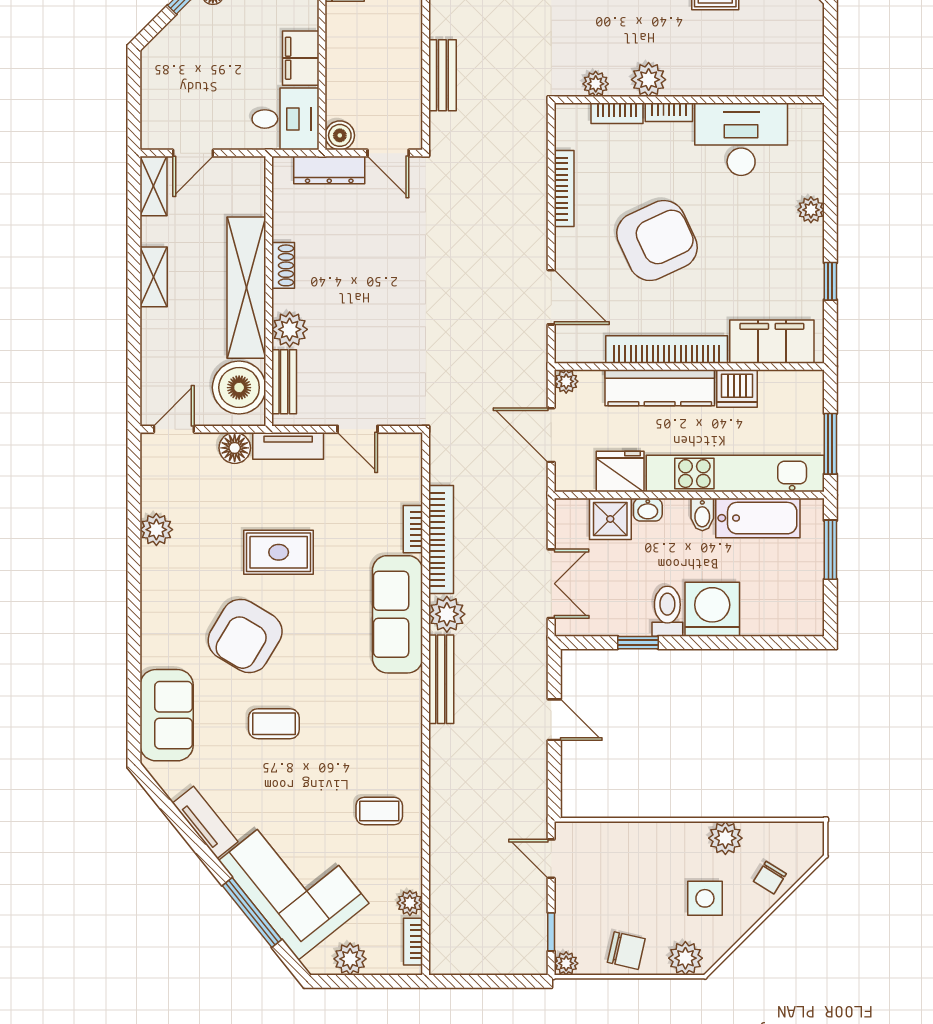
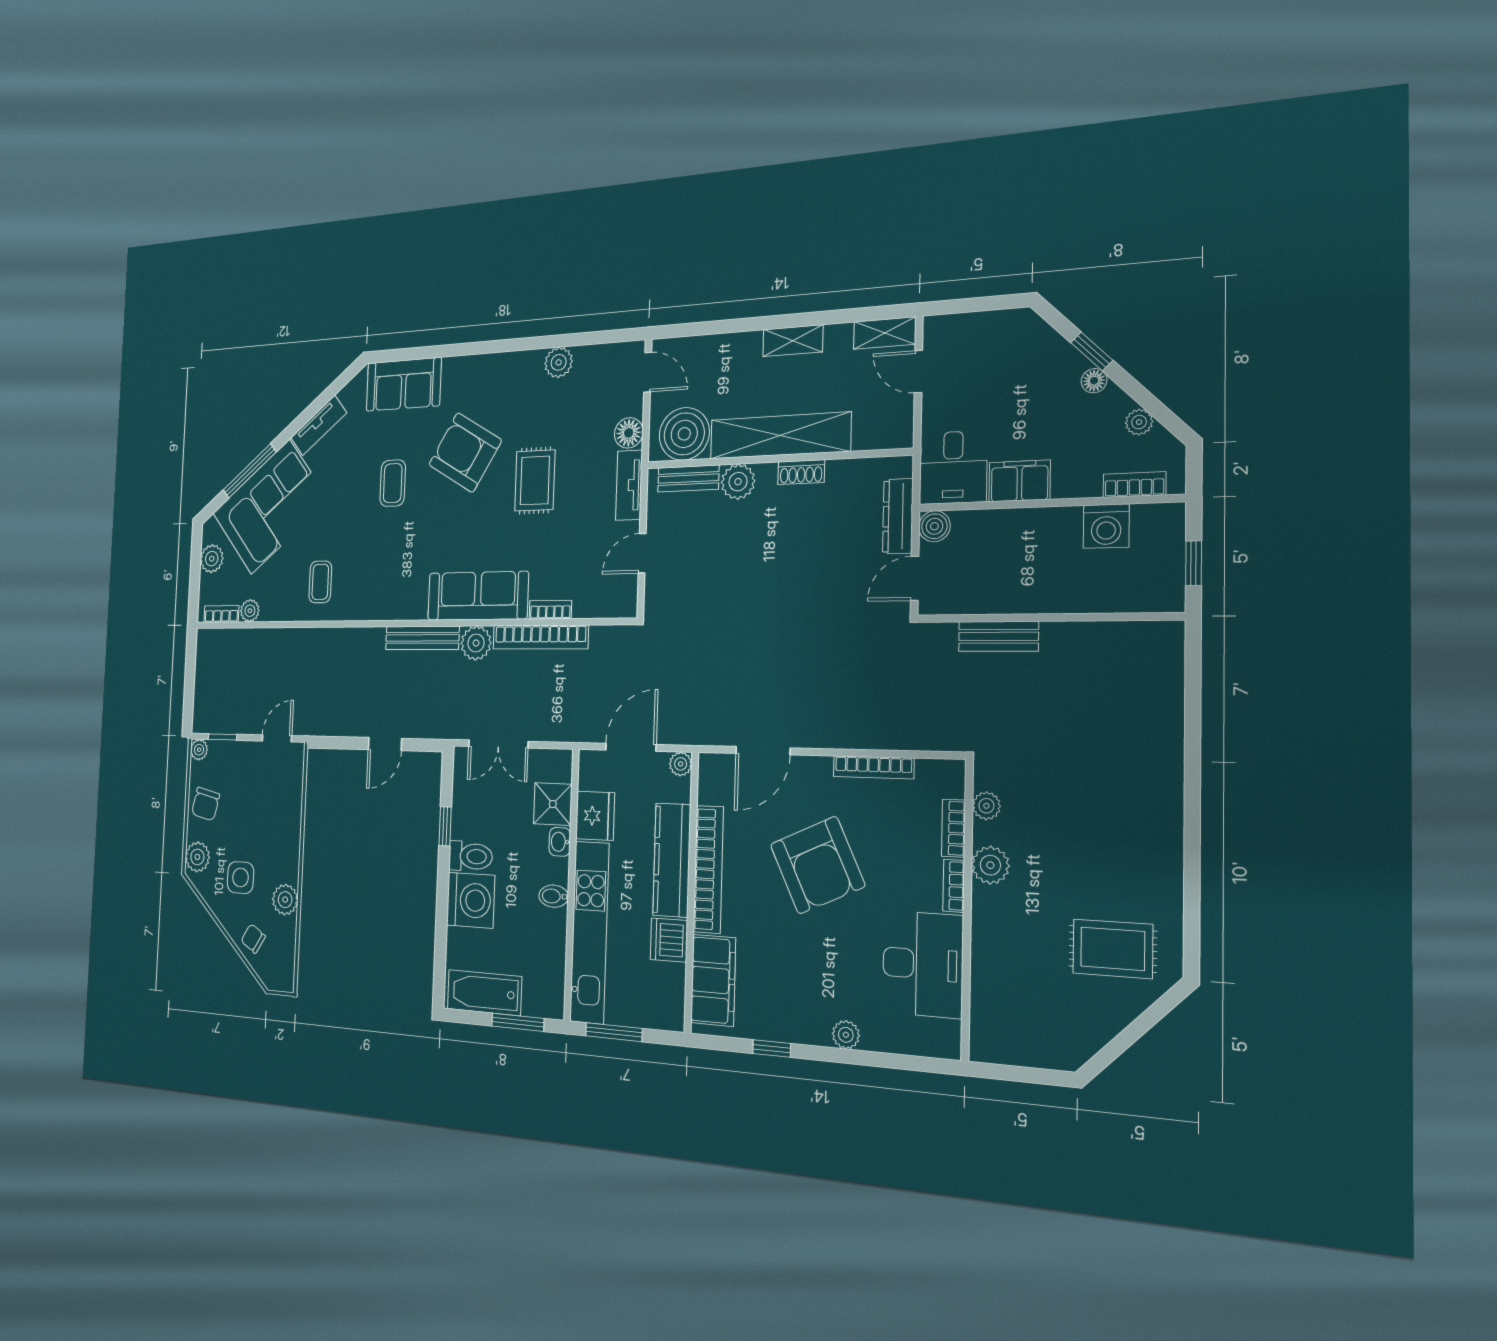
bathtub: (758, 518) -> (484, 993), moved, turned 90

